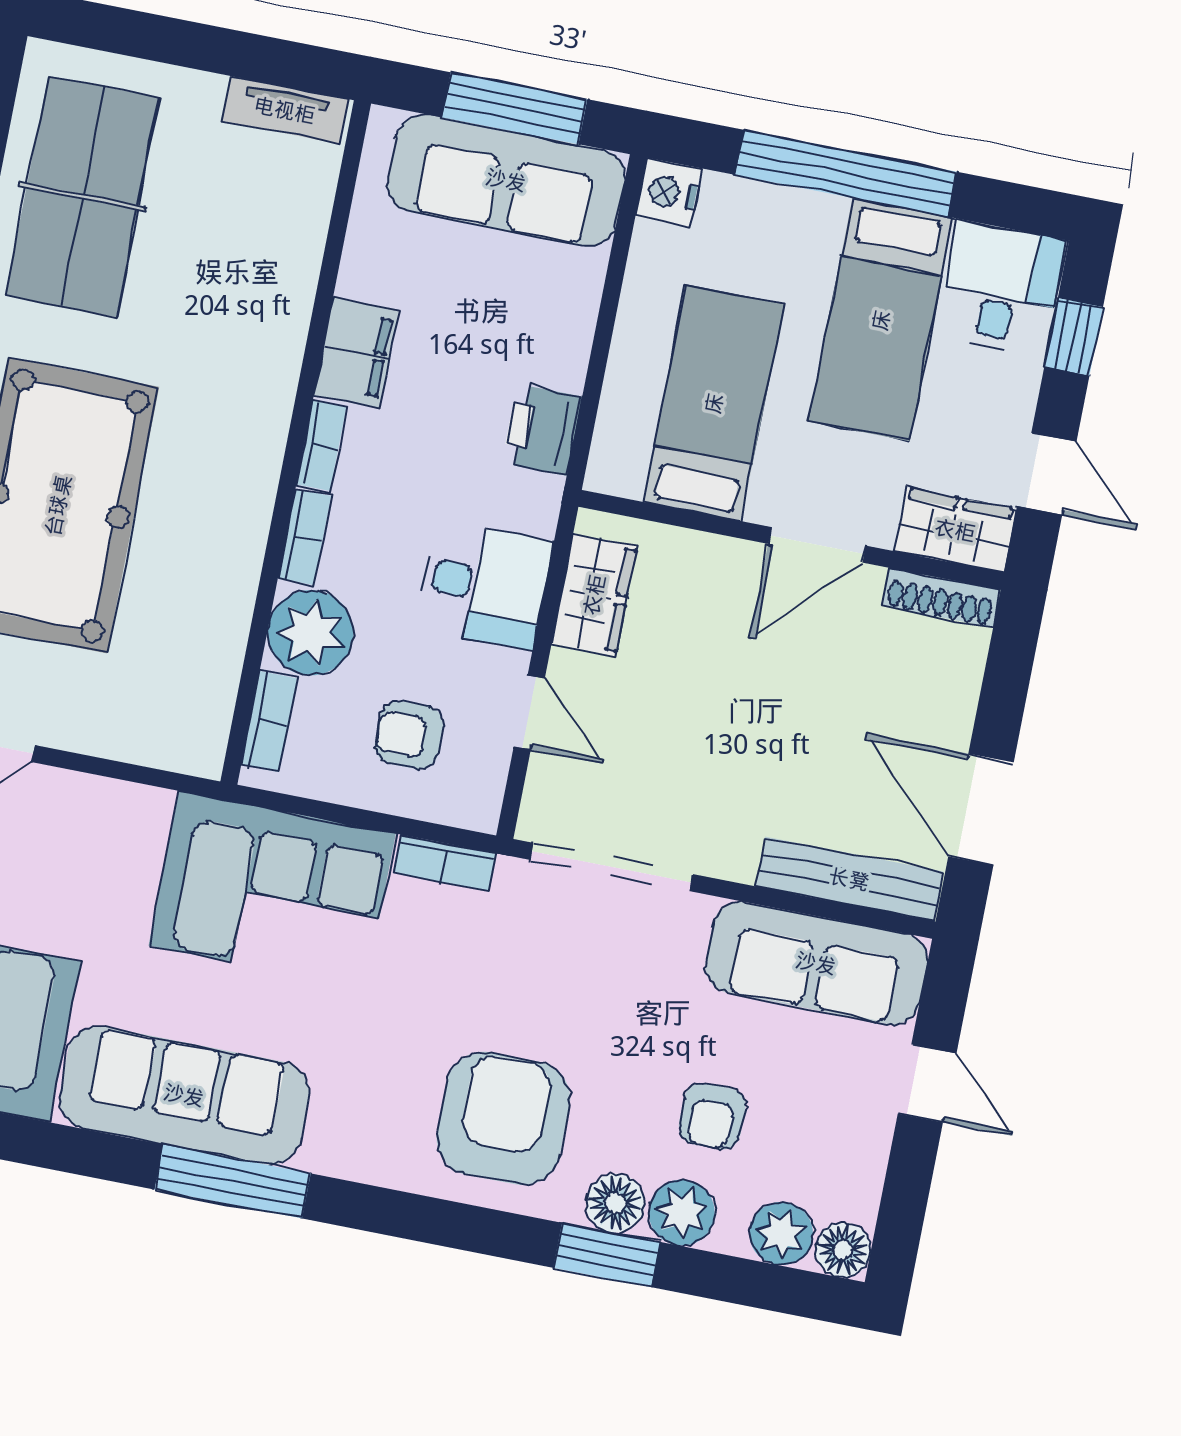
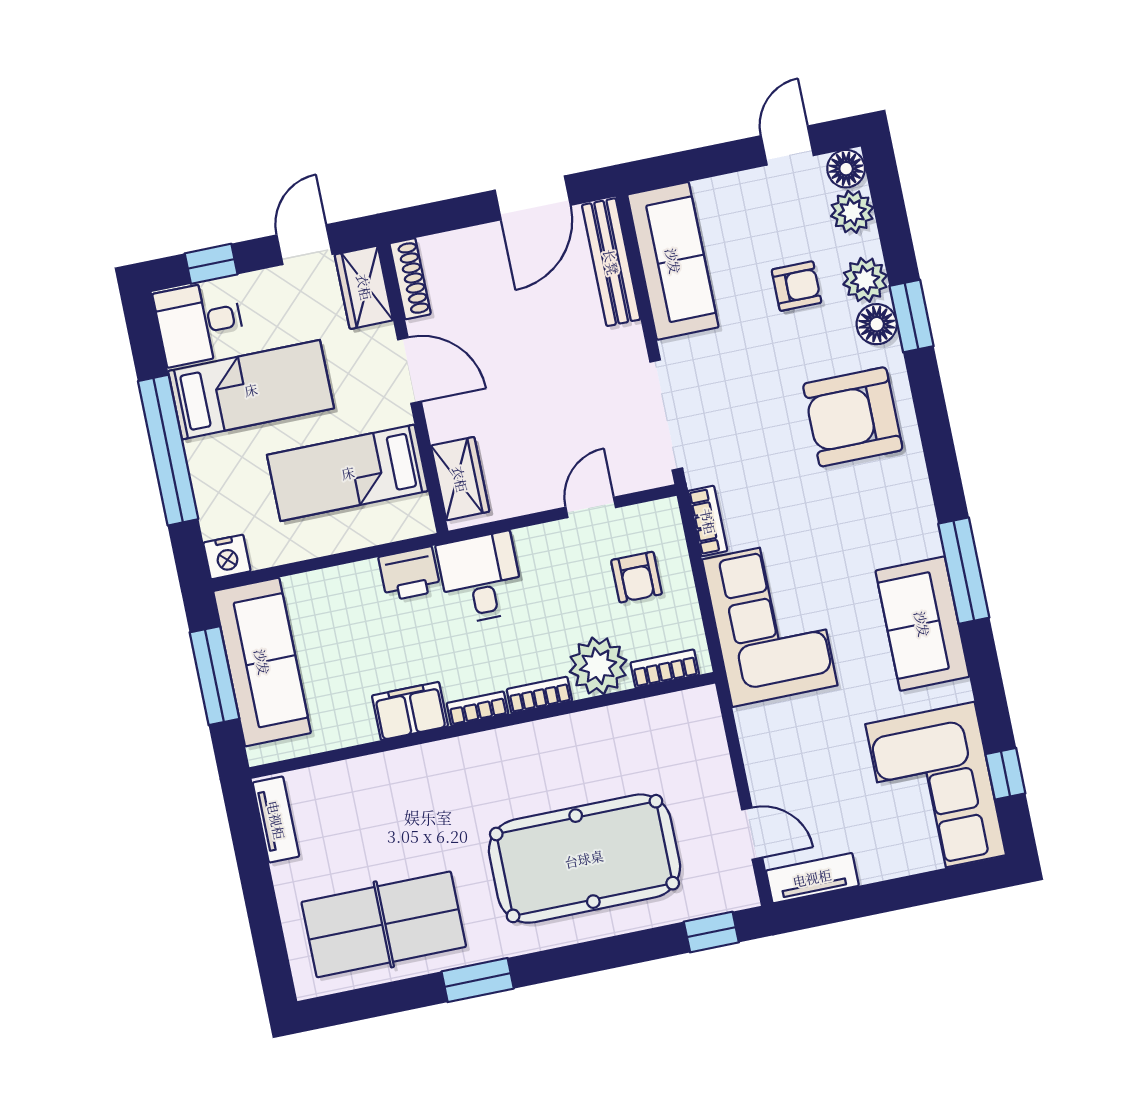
desk: (484, 585) -> (481, 578), moved
wardrobe: (594, 595) -> (460, 479), moved, turned 90
door: (927, 1083) -> (787, 146), moved
sofa: (184, 1095) -> (922, 624), width x0.73

